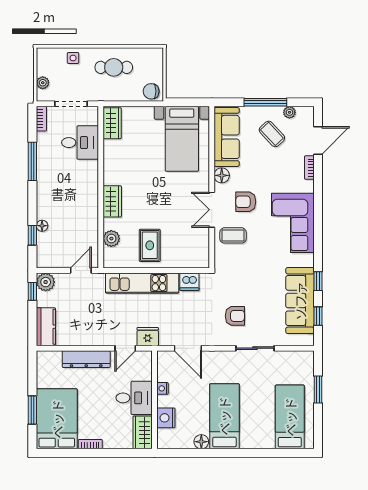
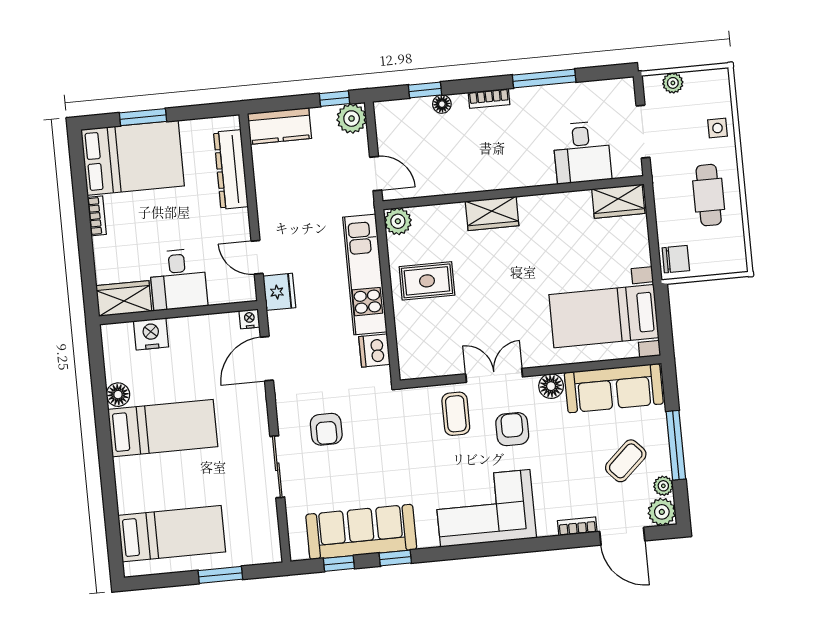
chair: (151, 91) -> (676, 259), turned 90
plant: (305, 115) -> (662, 512), added
bookcase: (41, 119) -> (489, 98), moved
plant: (111, 239) -> (398, 221), moved
dresser: (86, 359) -> (231, 169), moved
nightstand: (163, 388) -> (249, 319), moved

